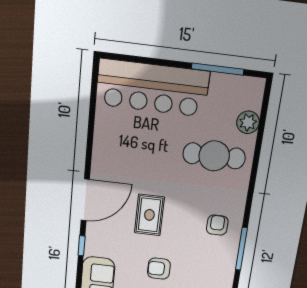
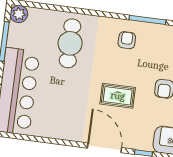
plant: (248, 122) -> (19, 14), moved
armchair: (217, 225) -> (127, 40), turned 90

